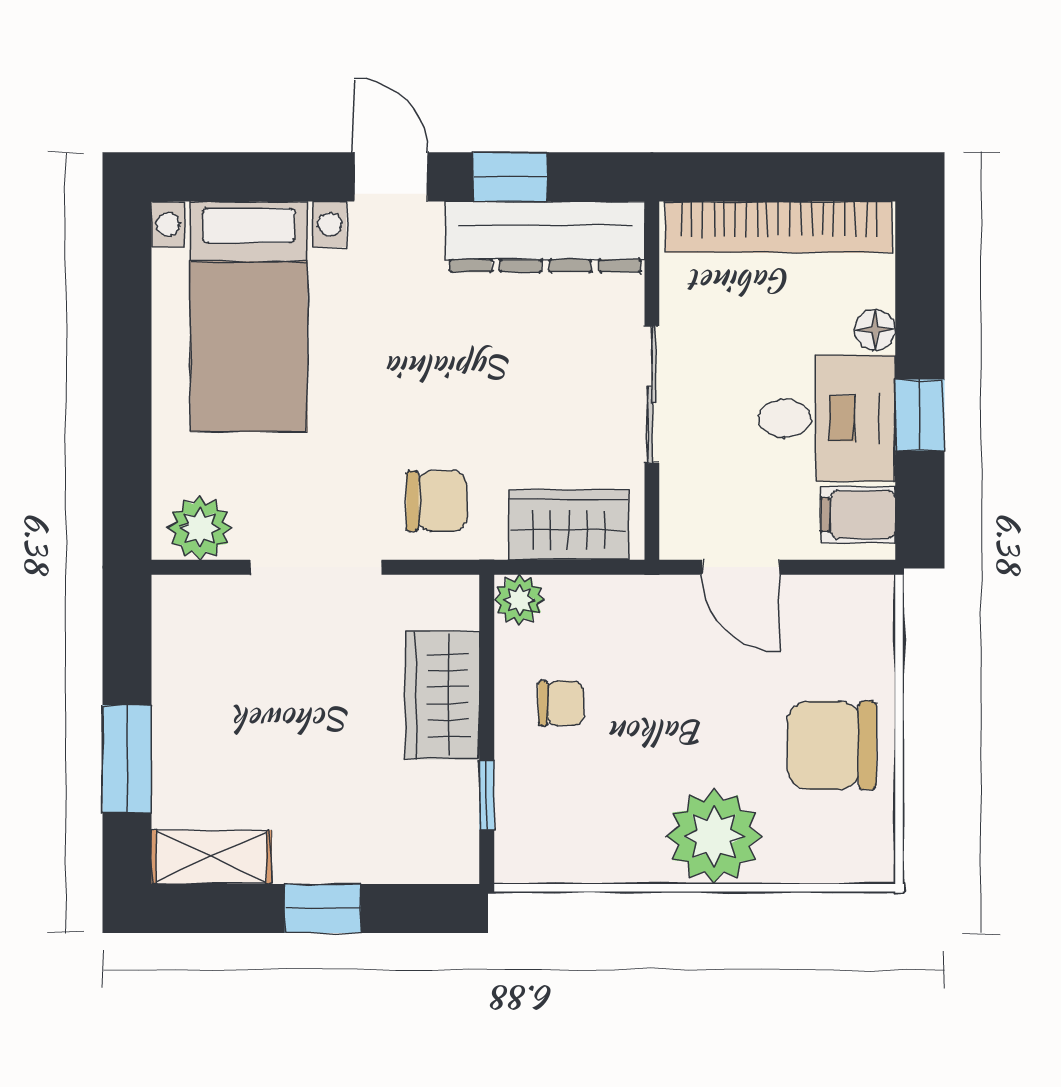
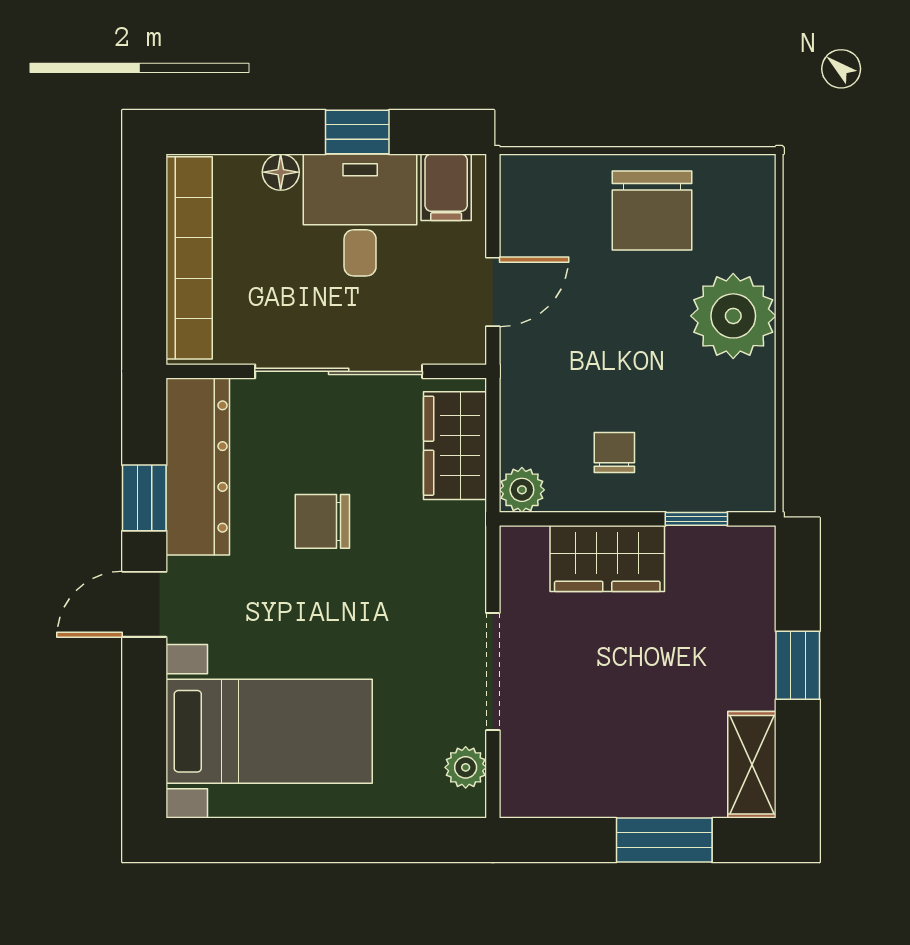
sliding door: (652, 394) -> (339, 371), width x1.37
chair: (437, 501) -> (322, 521), moved, turned -90
plant: (200, 528) -> (466, 767), width x0.73, depth x0.73

